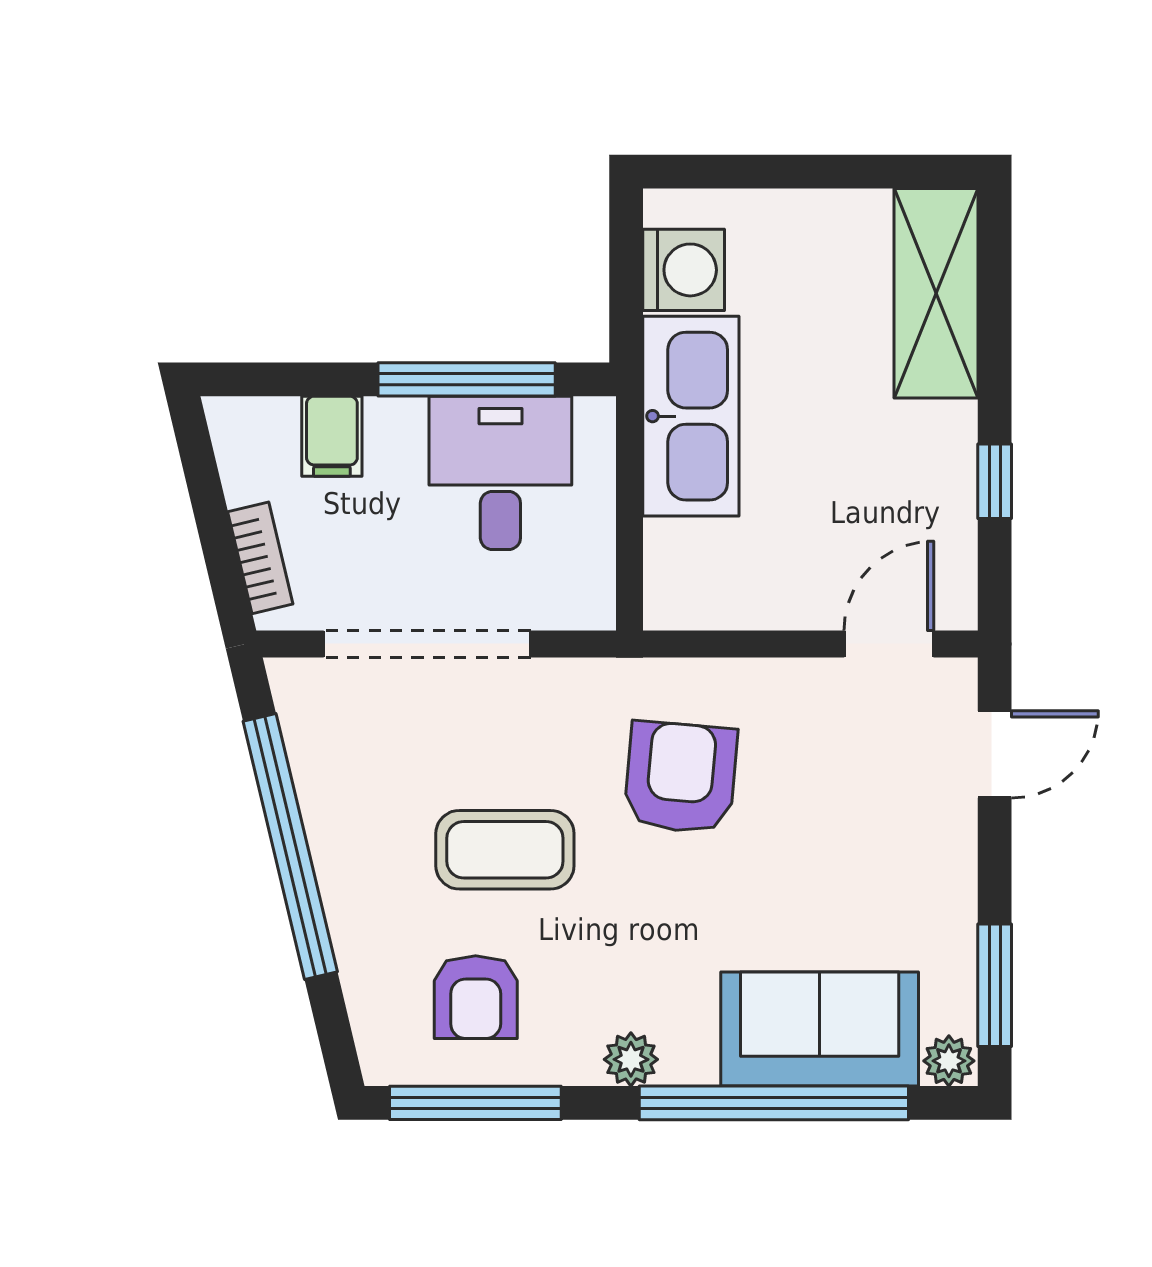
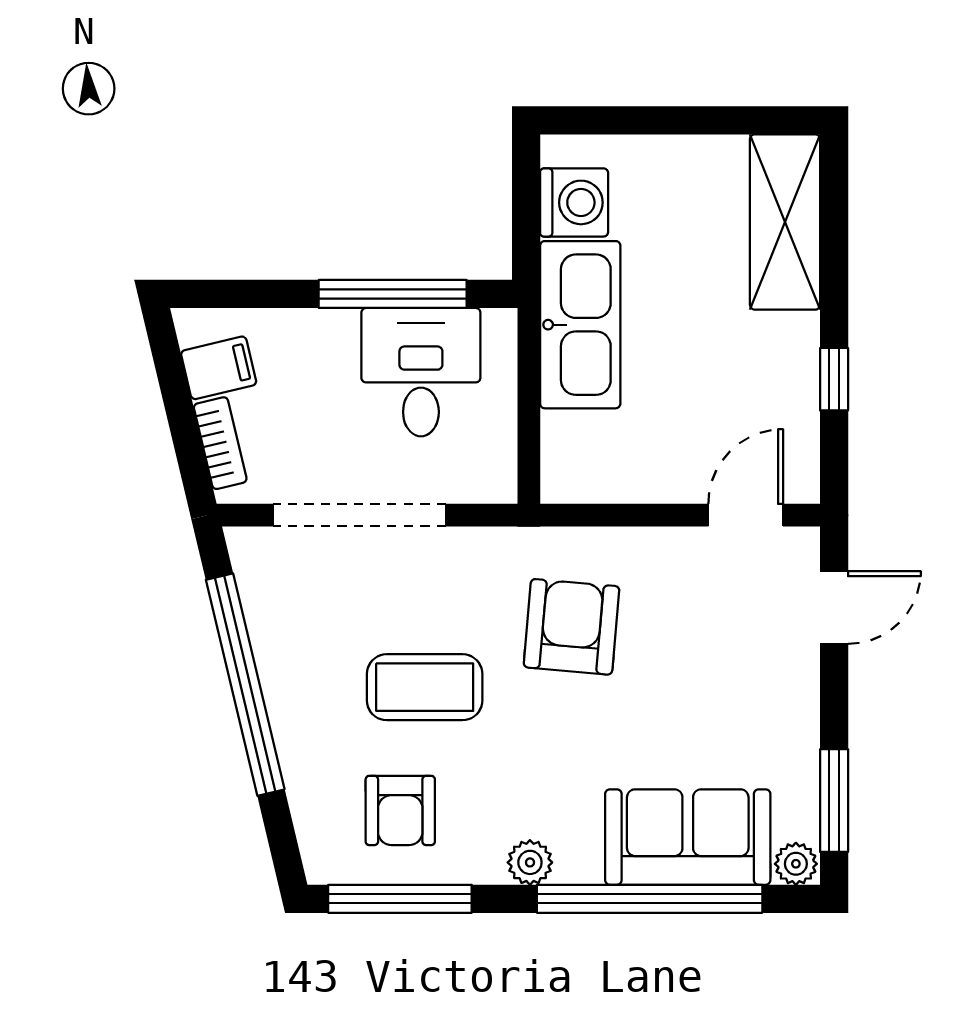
filing cabinet: (332, 436) -> (219, 368), moved, turned -103

